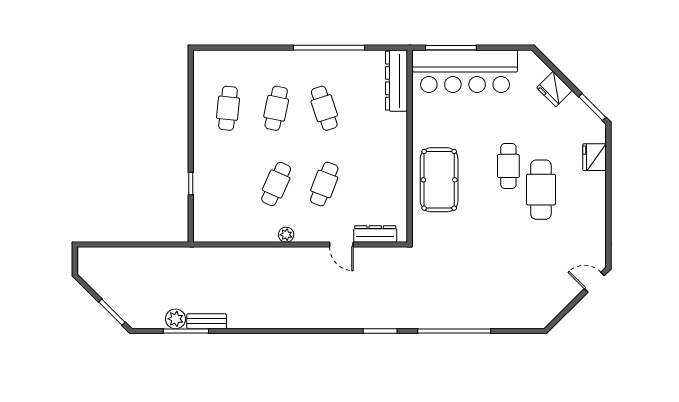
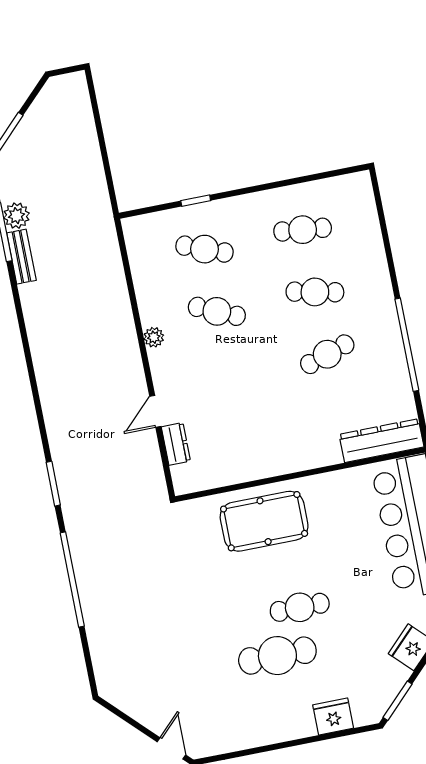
cafe table: (324, 184) -> (205, 249), moved
dresser: (375, 234) -> (176, 444), width x0.70

